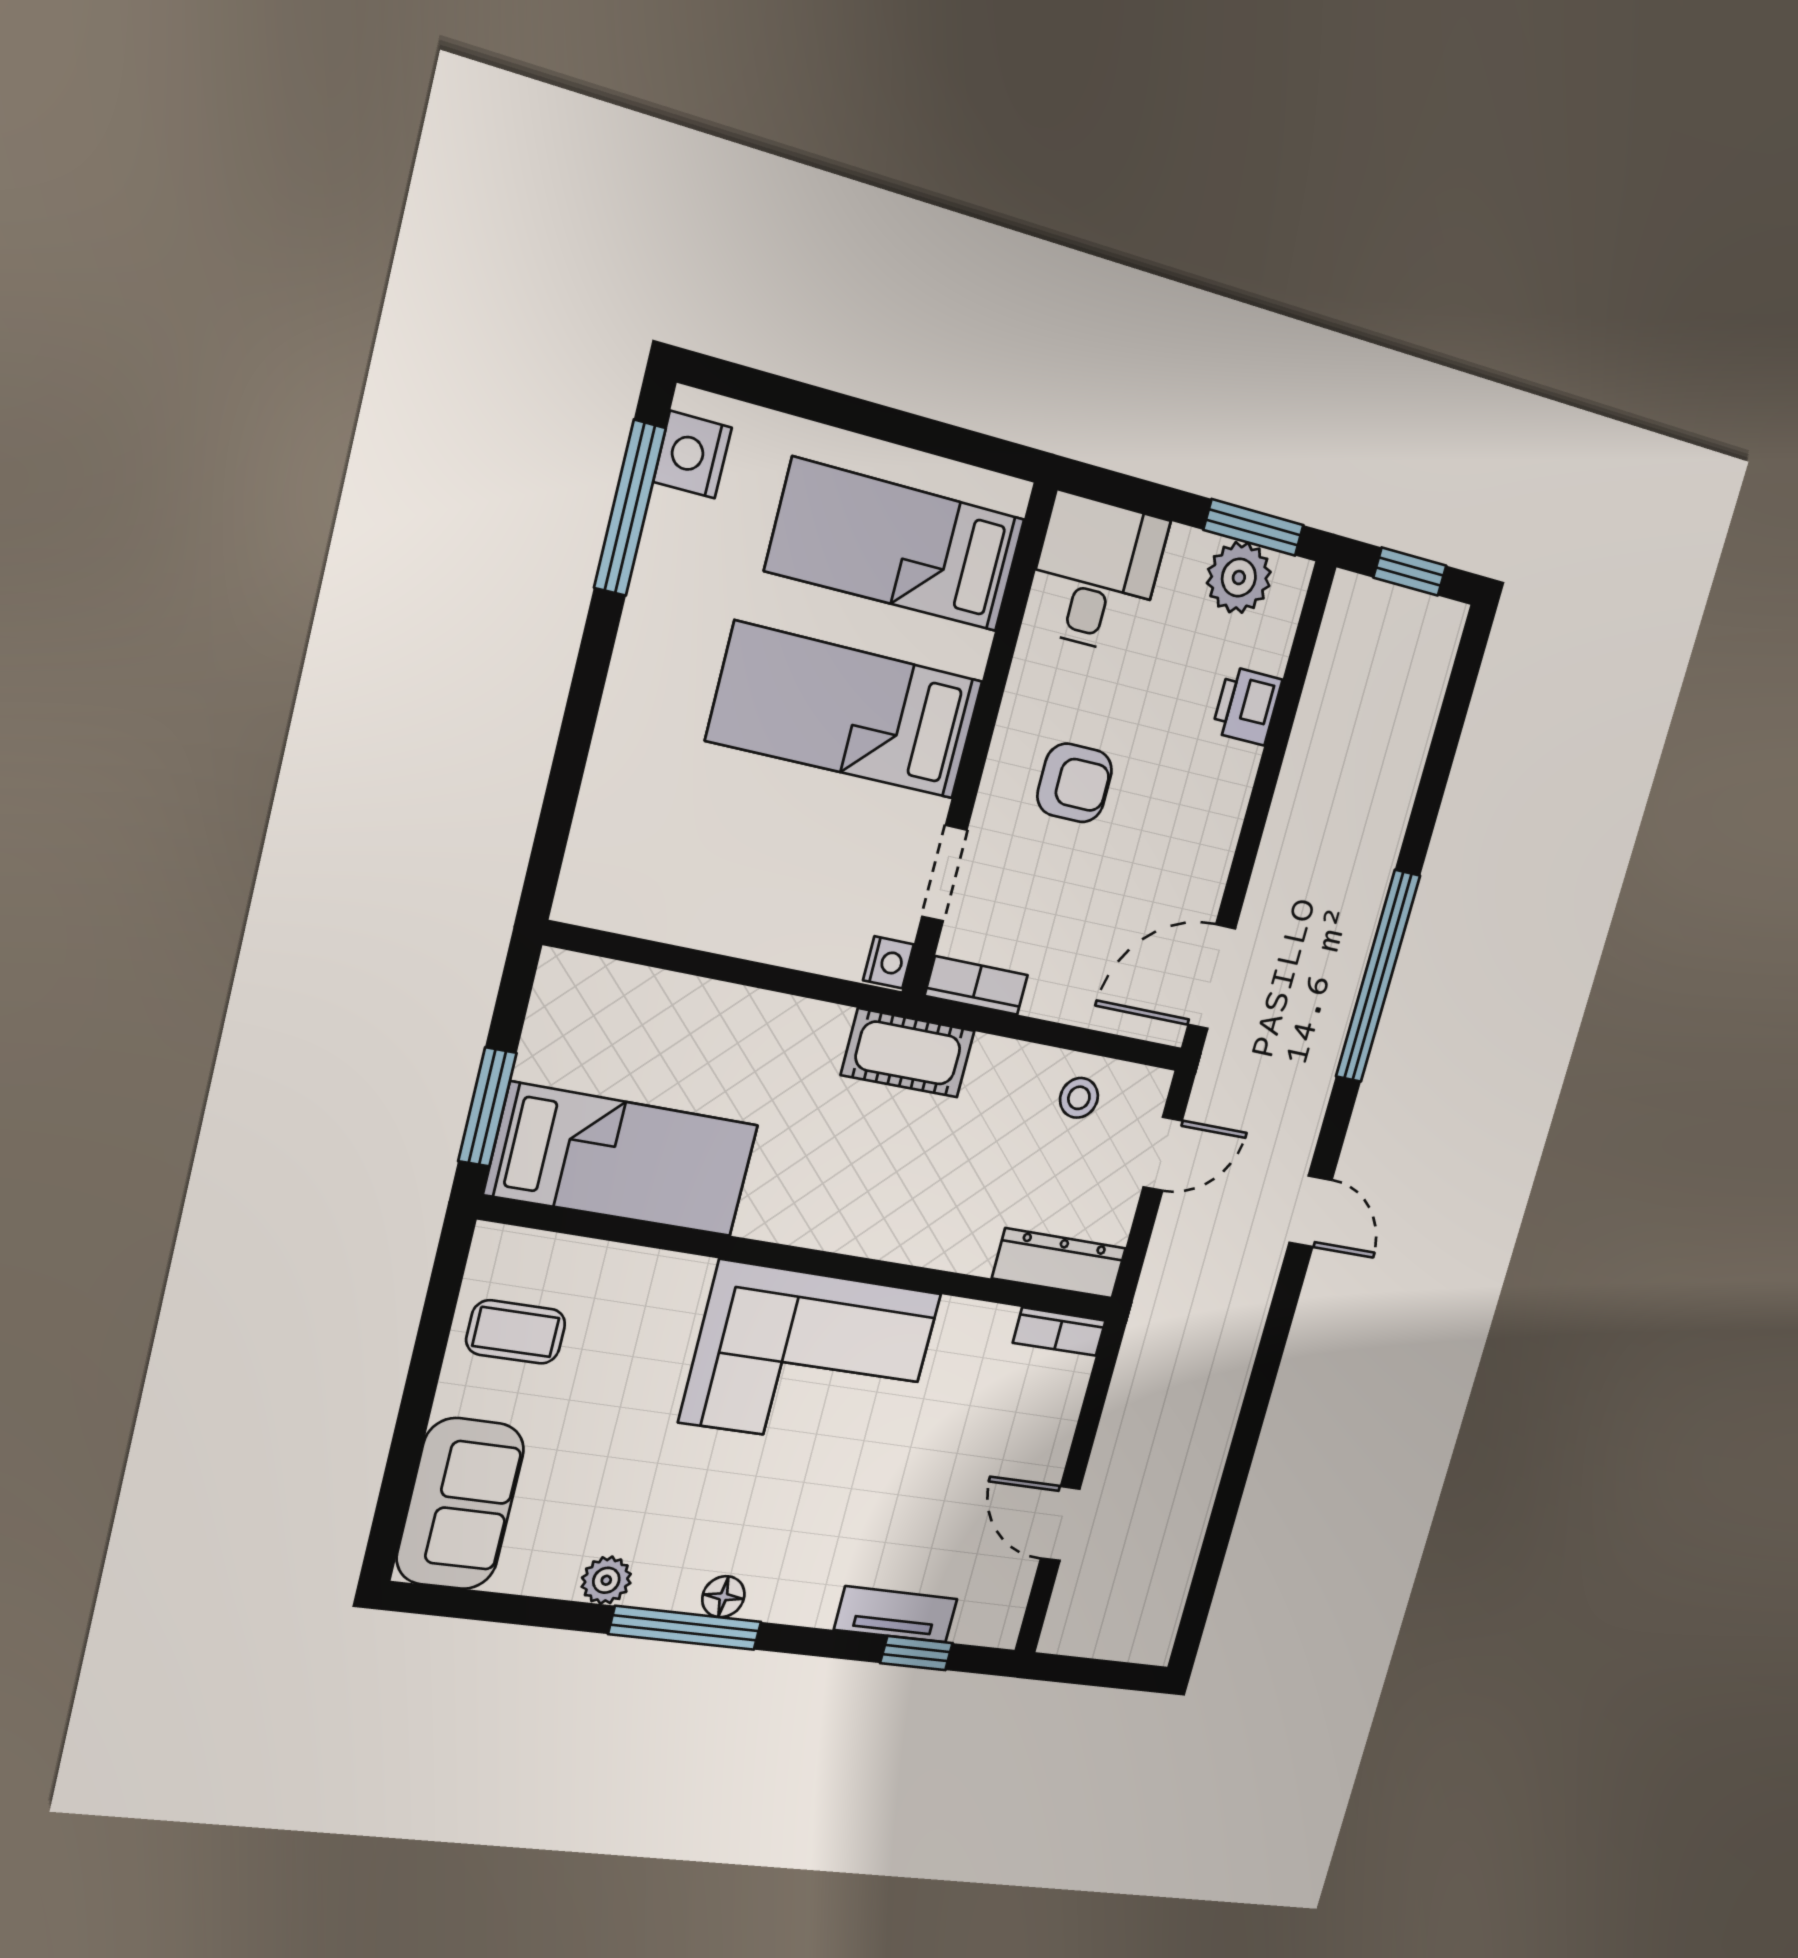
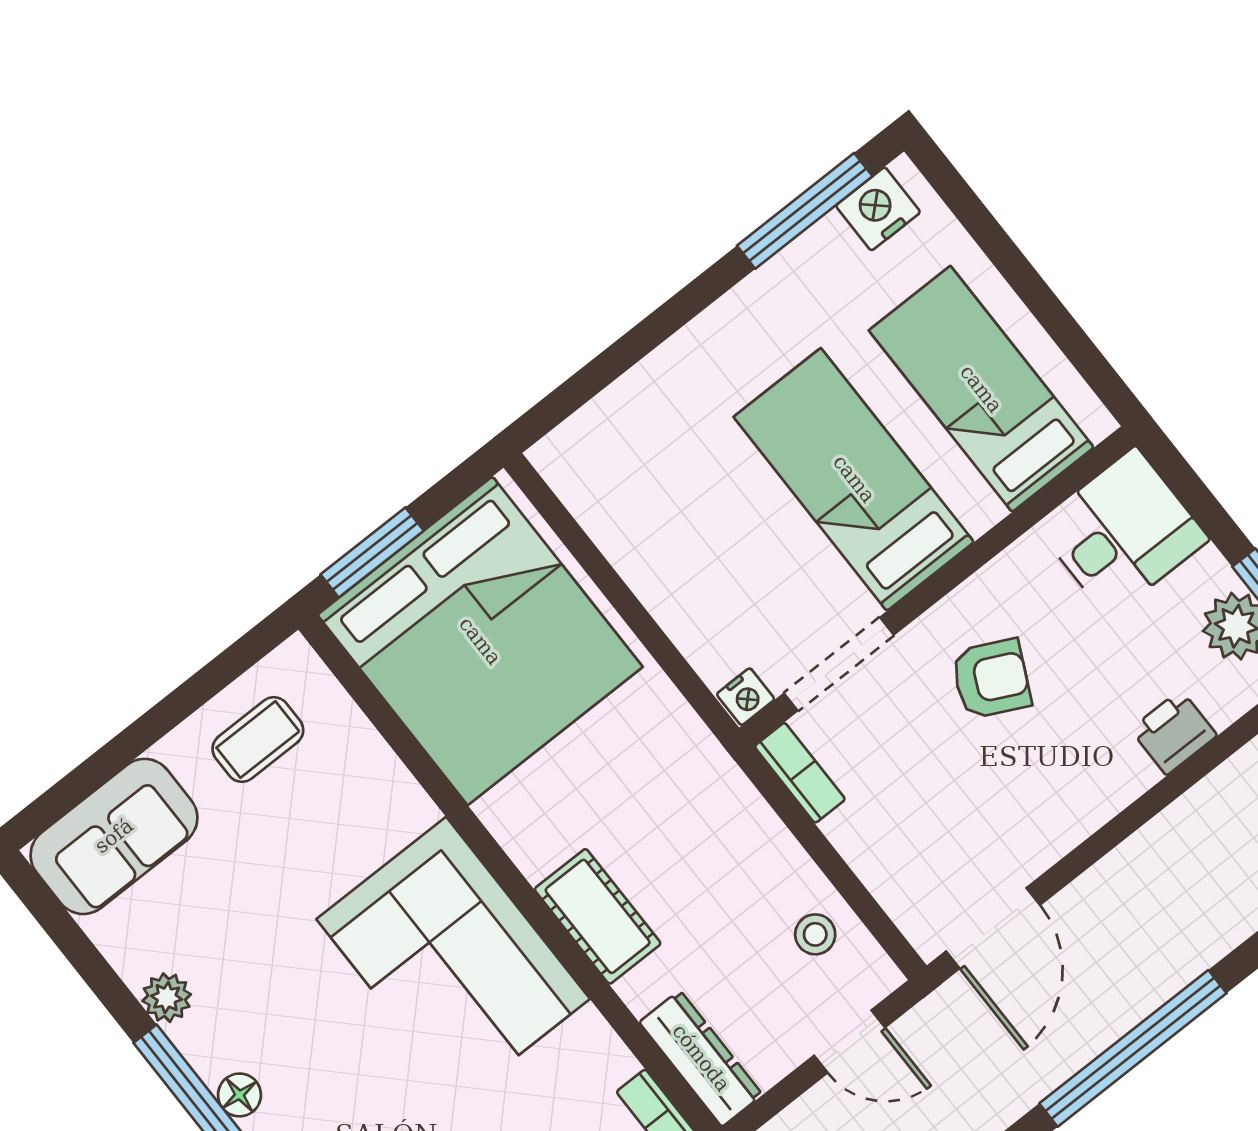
armchair: (1075, 783) -> (991, 679), turned -64
doorway: (944, 873) -> (839, 664), width x1.38
door: (1212, 977) -> (993, 928), swing flipped
cot: (908, 1053) -> (598, 916), moved
bed: (622, 1160) -> (480, 641), width x2.04
coffee table: (516, 1332) -> (258, 740), turned 90

